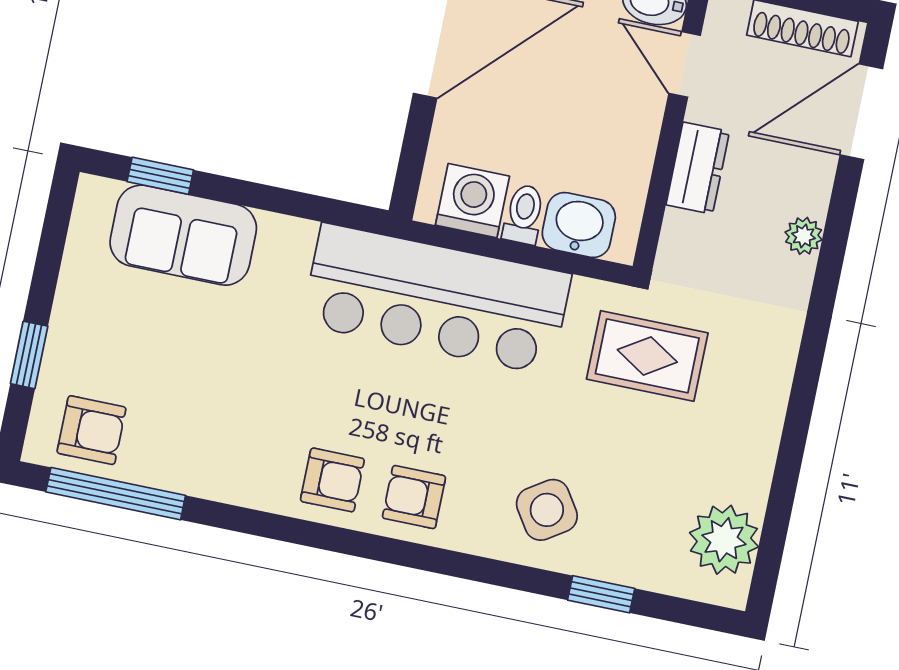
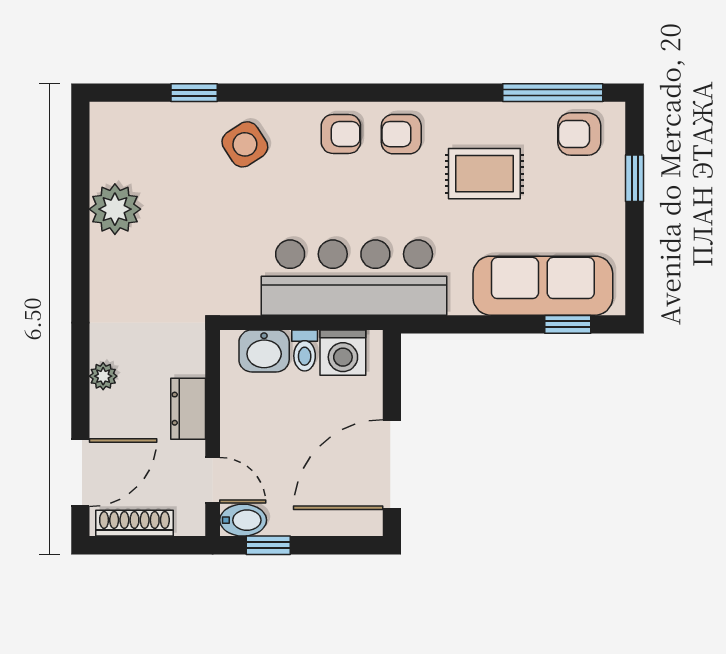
sofa: (183, 235) -> (543, 286), width x1.36
rug: (647, 356) -> (484, 174), moved
plant: (724, 540) -> (115, 209), moved

